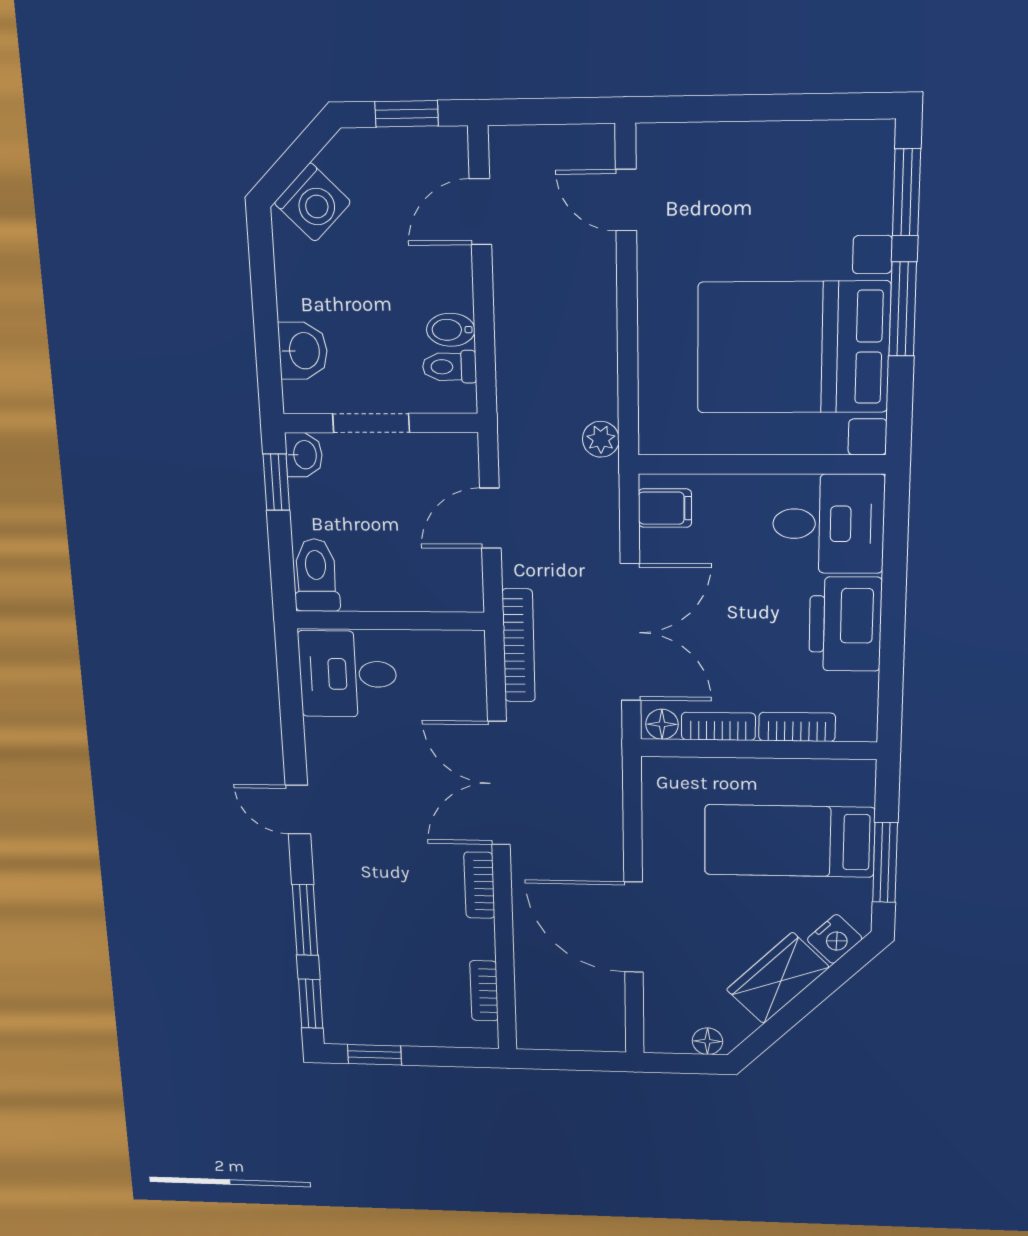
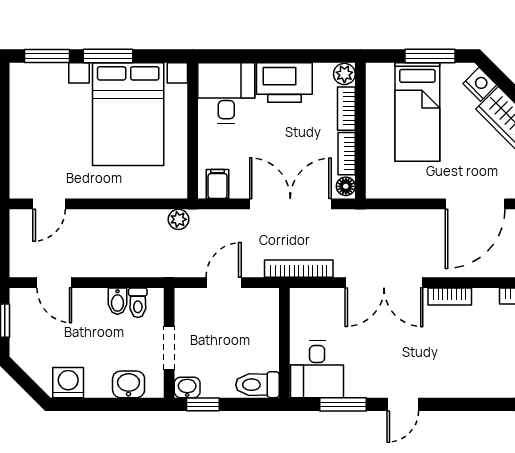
washing machine: (313, 203) -> (68, 383), moved, turned -45
door: (490, 518) -> (224, 283), swing flipped
plant: (858, 724) -> (344, 74), added
window: (305, 920) -> (343, 404), moved

